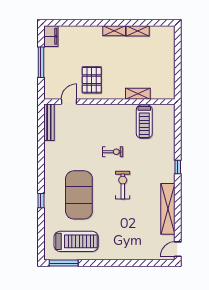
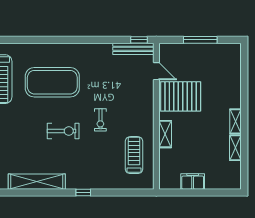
filing cabinet: (51, 36) -> (193, 181), moved, turned 180
pallet: (92, 80) -> (181, 96), width x1.37, depth x1.41
shelving: (138, 94) -> (165, 134), moved
treadmill: (144, 122) -> (134, 155), turned 90
window: (41, 201) -> (139, 40), moved

